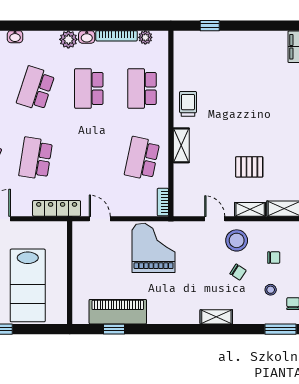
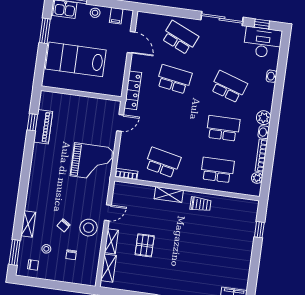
piano: (118, 312) -> (43, 127), width x0.73, depth x0.75
shelving: (216, 317) -> (28, 224), moved

